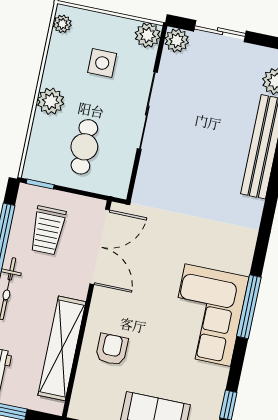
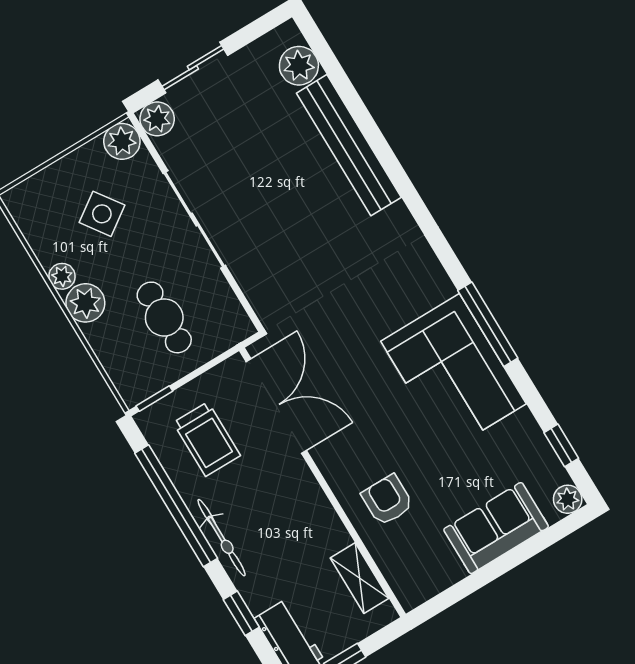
plant: (62, 24) -> (62, 276), moved
side table: (102, 63) -> (102, 214), turned -35
shelving: (62, 348) -> (359, 578), width x0.45, depth x0.75

